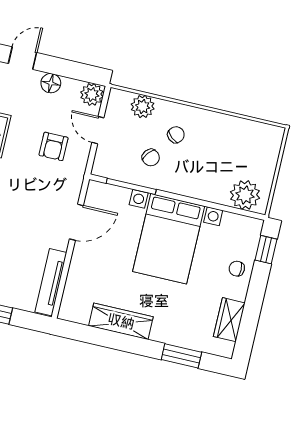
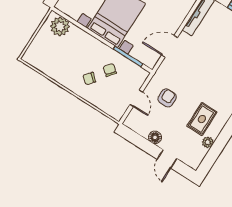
door: (23, 58) -> (167, 159), hinge flipped
plant: (92, 94) -> (132, 122), removed
plant: (143, 107) -> (104, 103), removed

